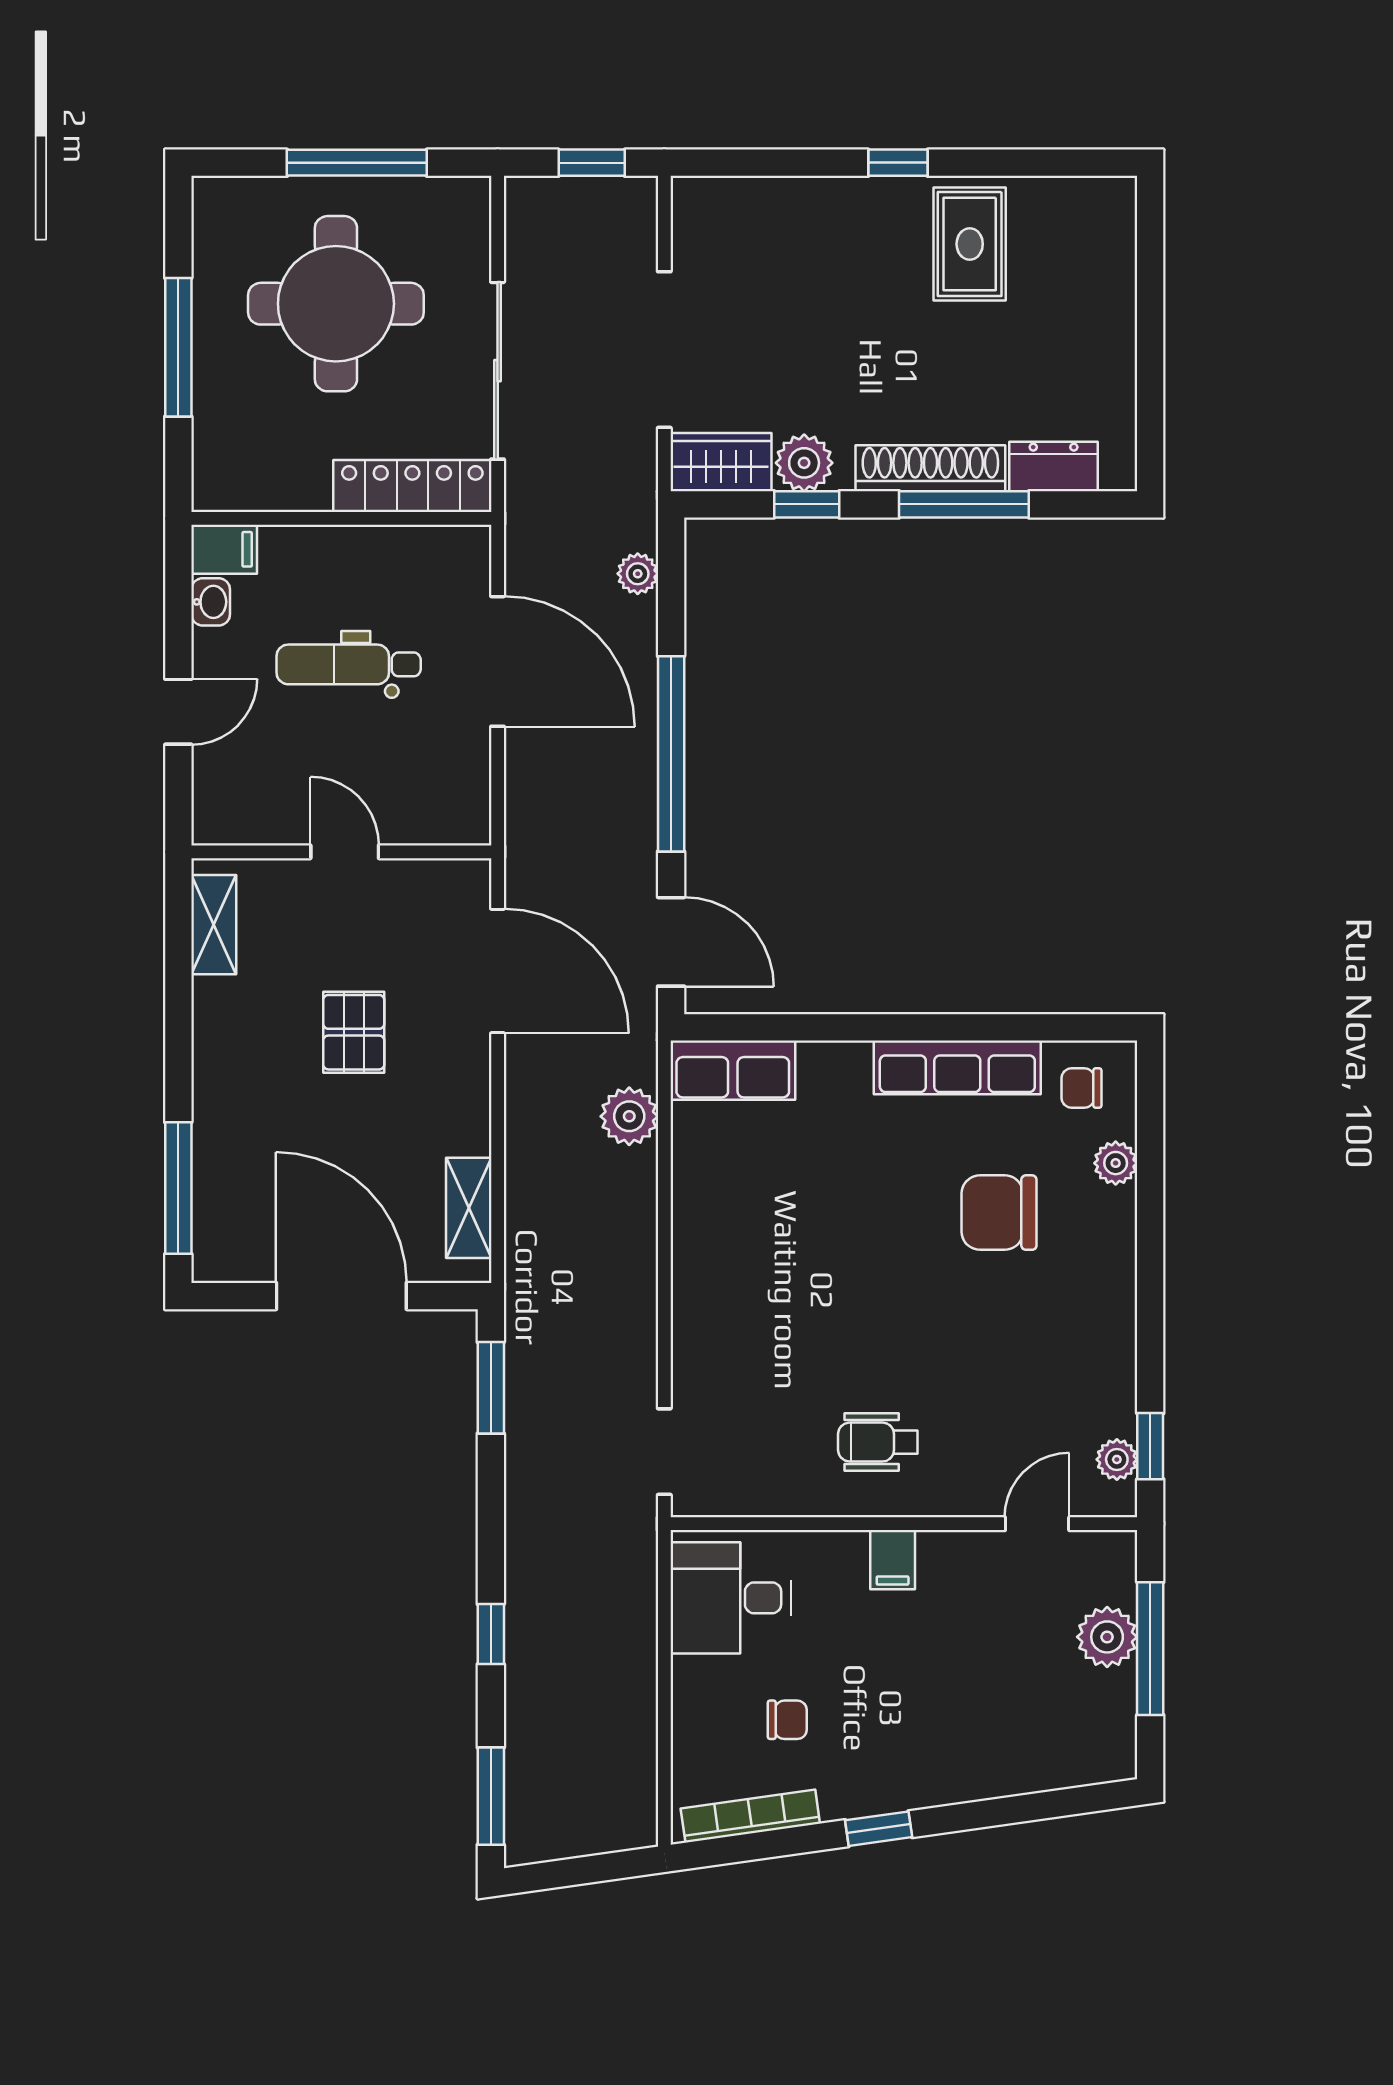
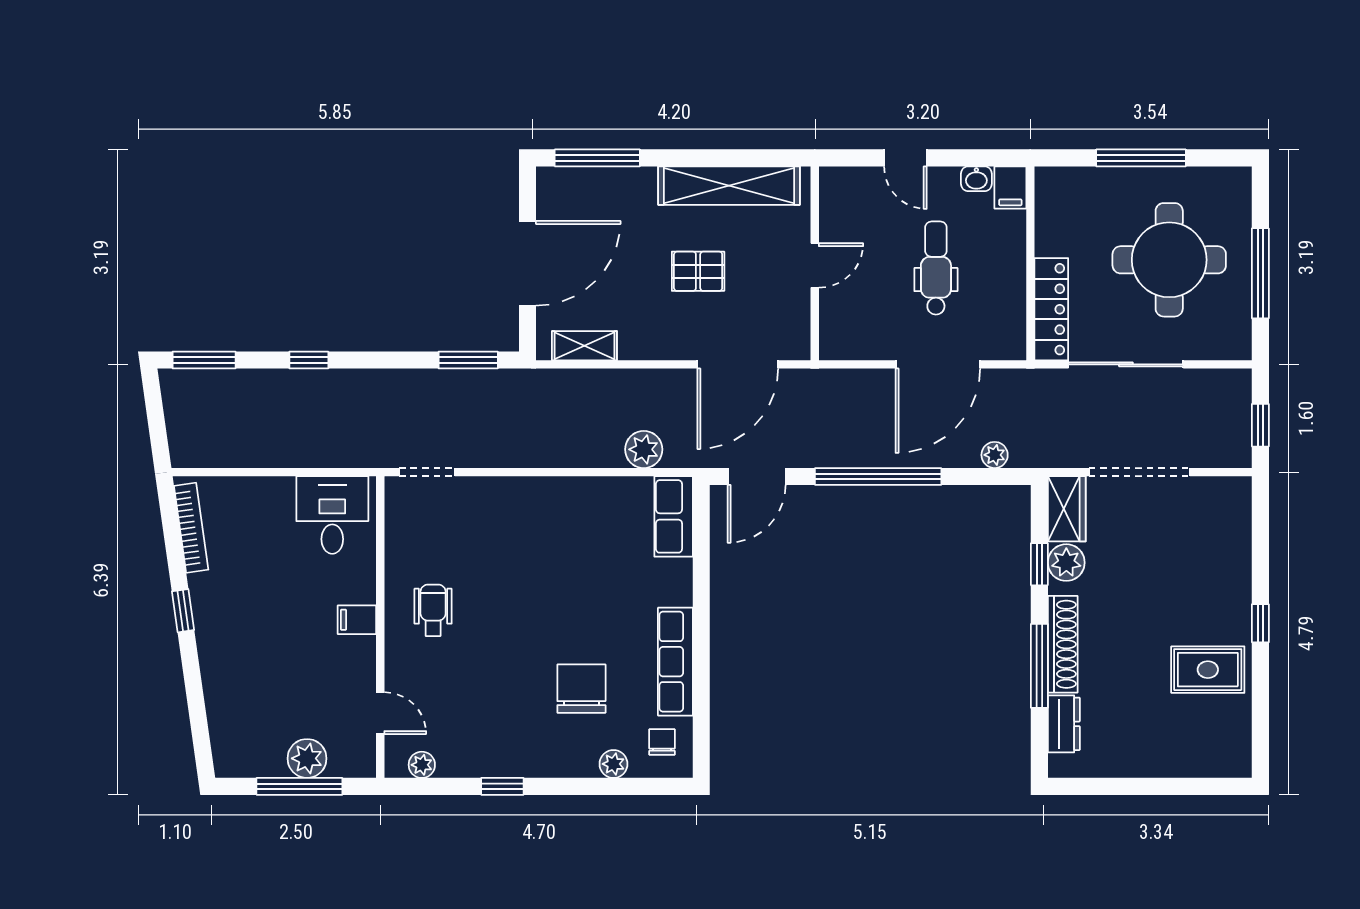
shelving: (214, 925) -> (729, 186), width x2.20, depth x1.33
window: (1150, 1446) -> (502, 786), moved
chair: (787, 1720) -> (253, 552), removed

